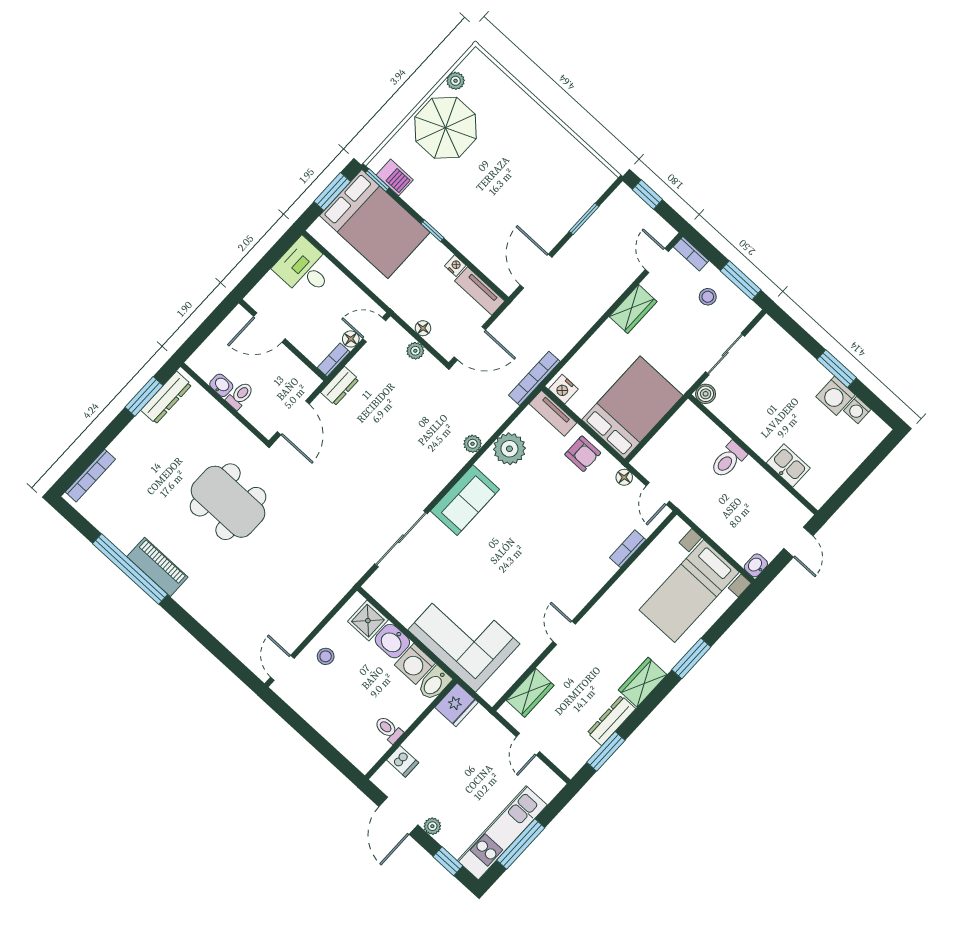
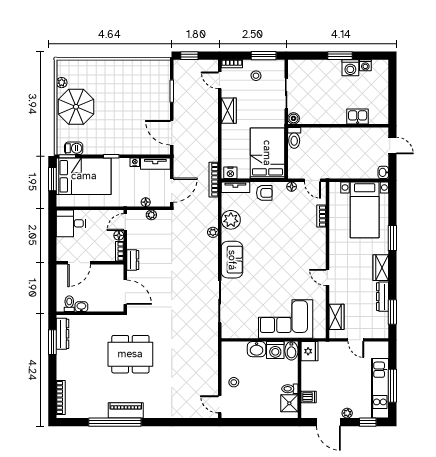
toilet: (240, 396) -> (69, 304), moved
toilet: (728, 460) -> (294, 138), moved
shower: (368, 621) -> (289, 403), moved

